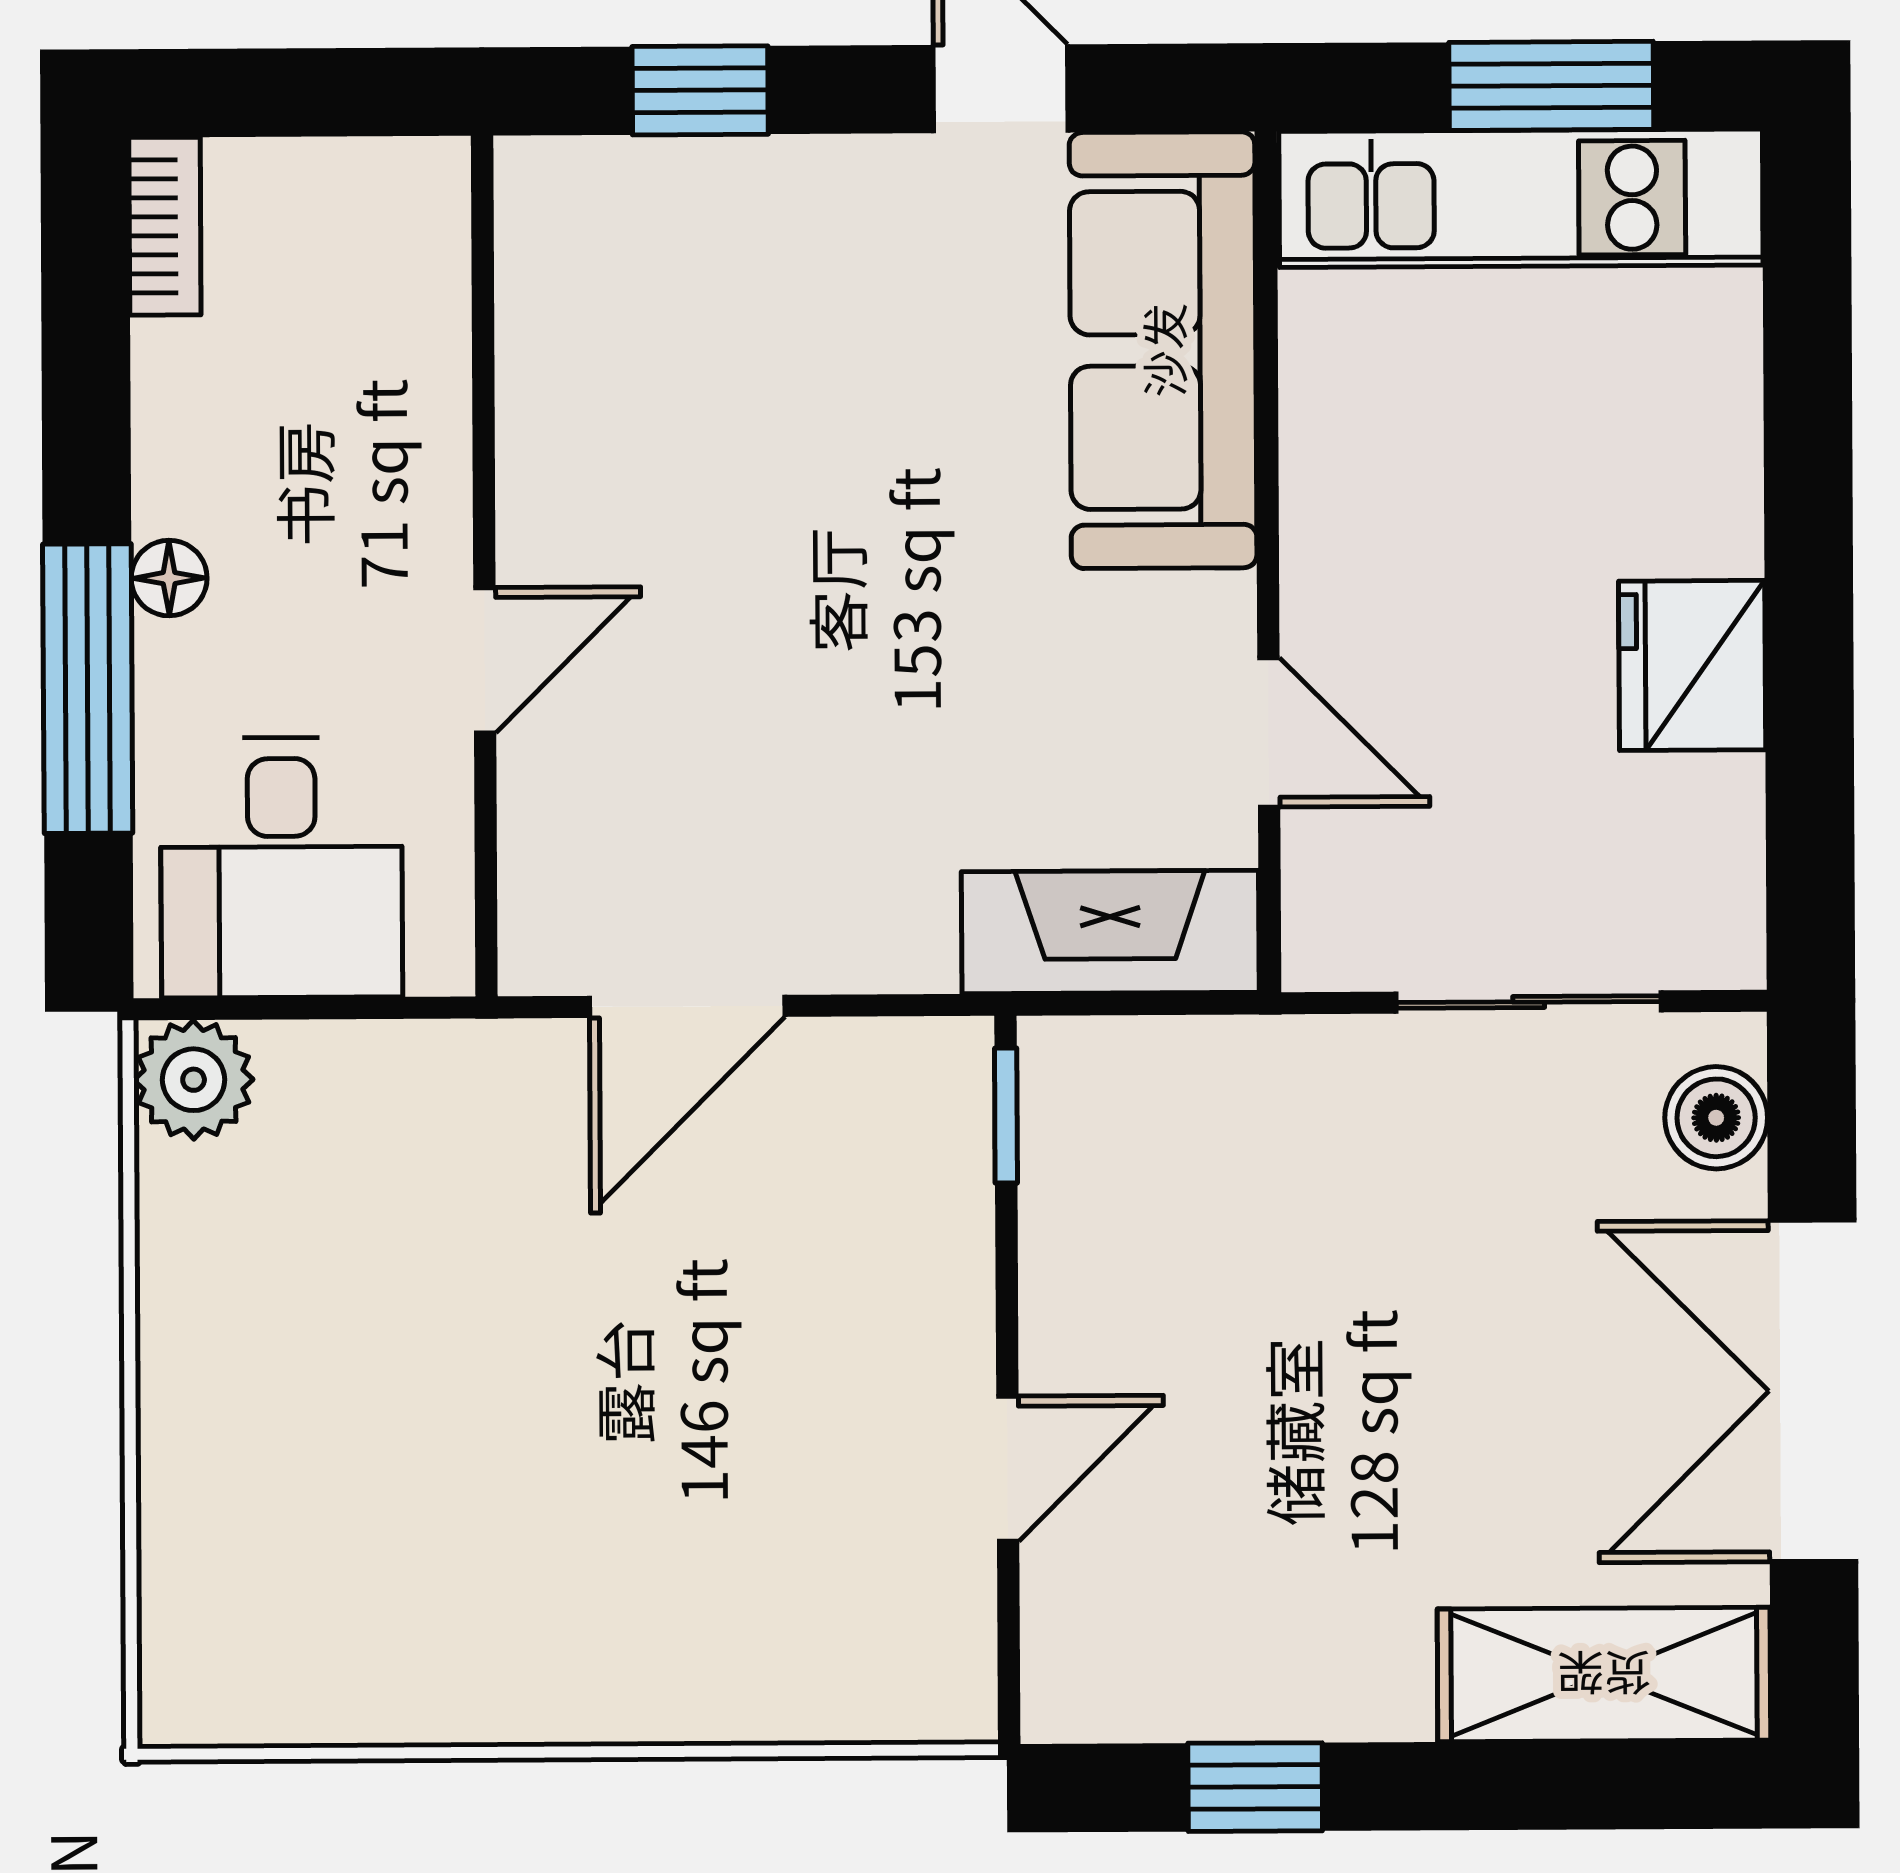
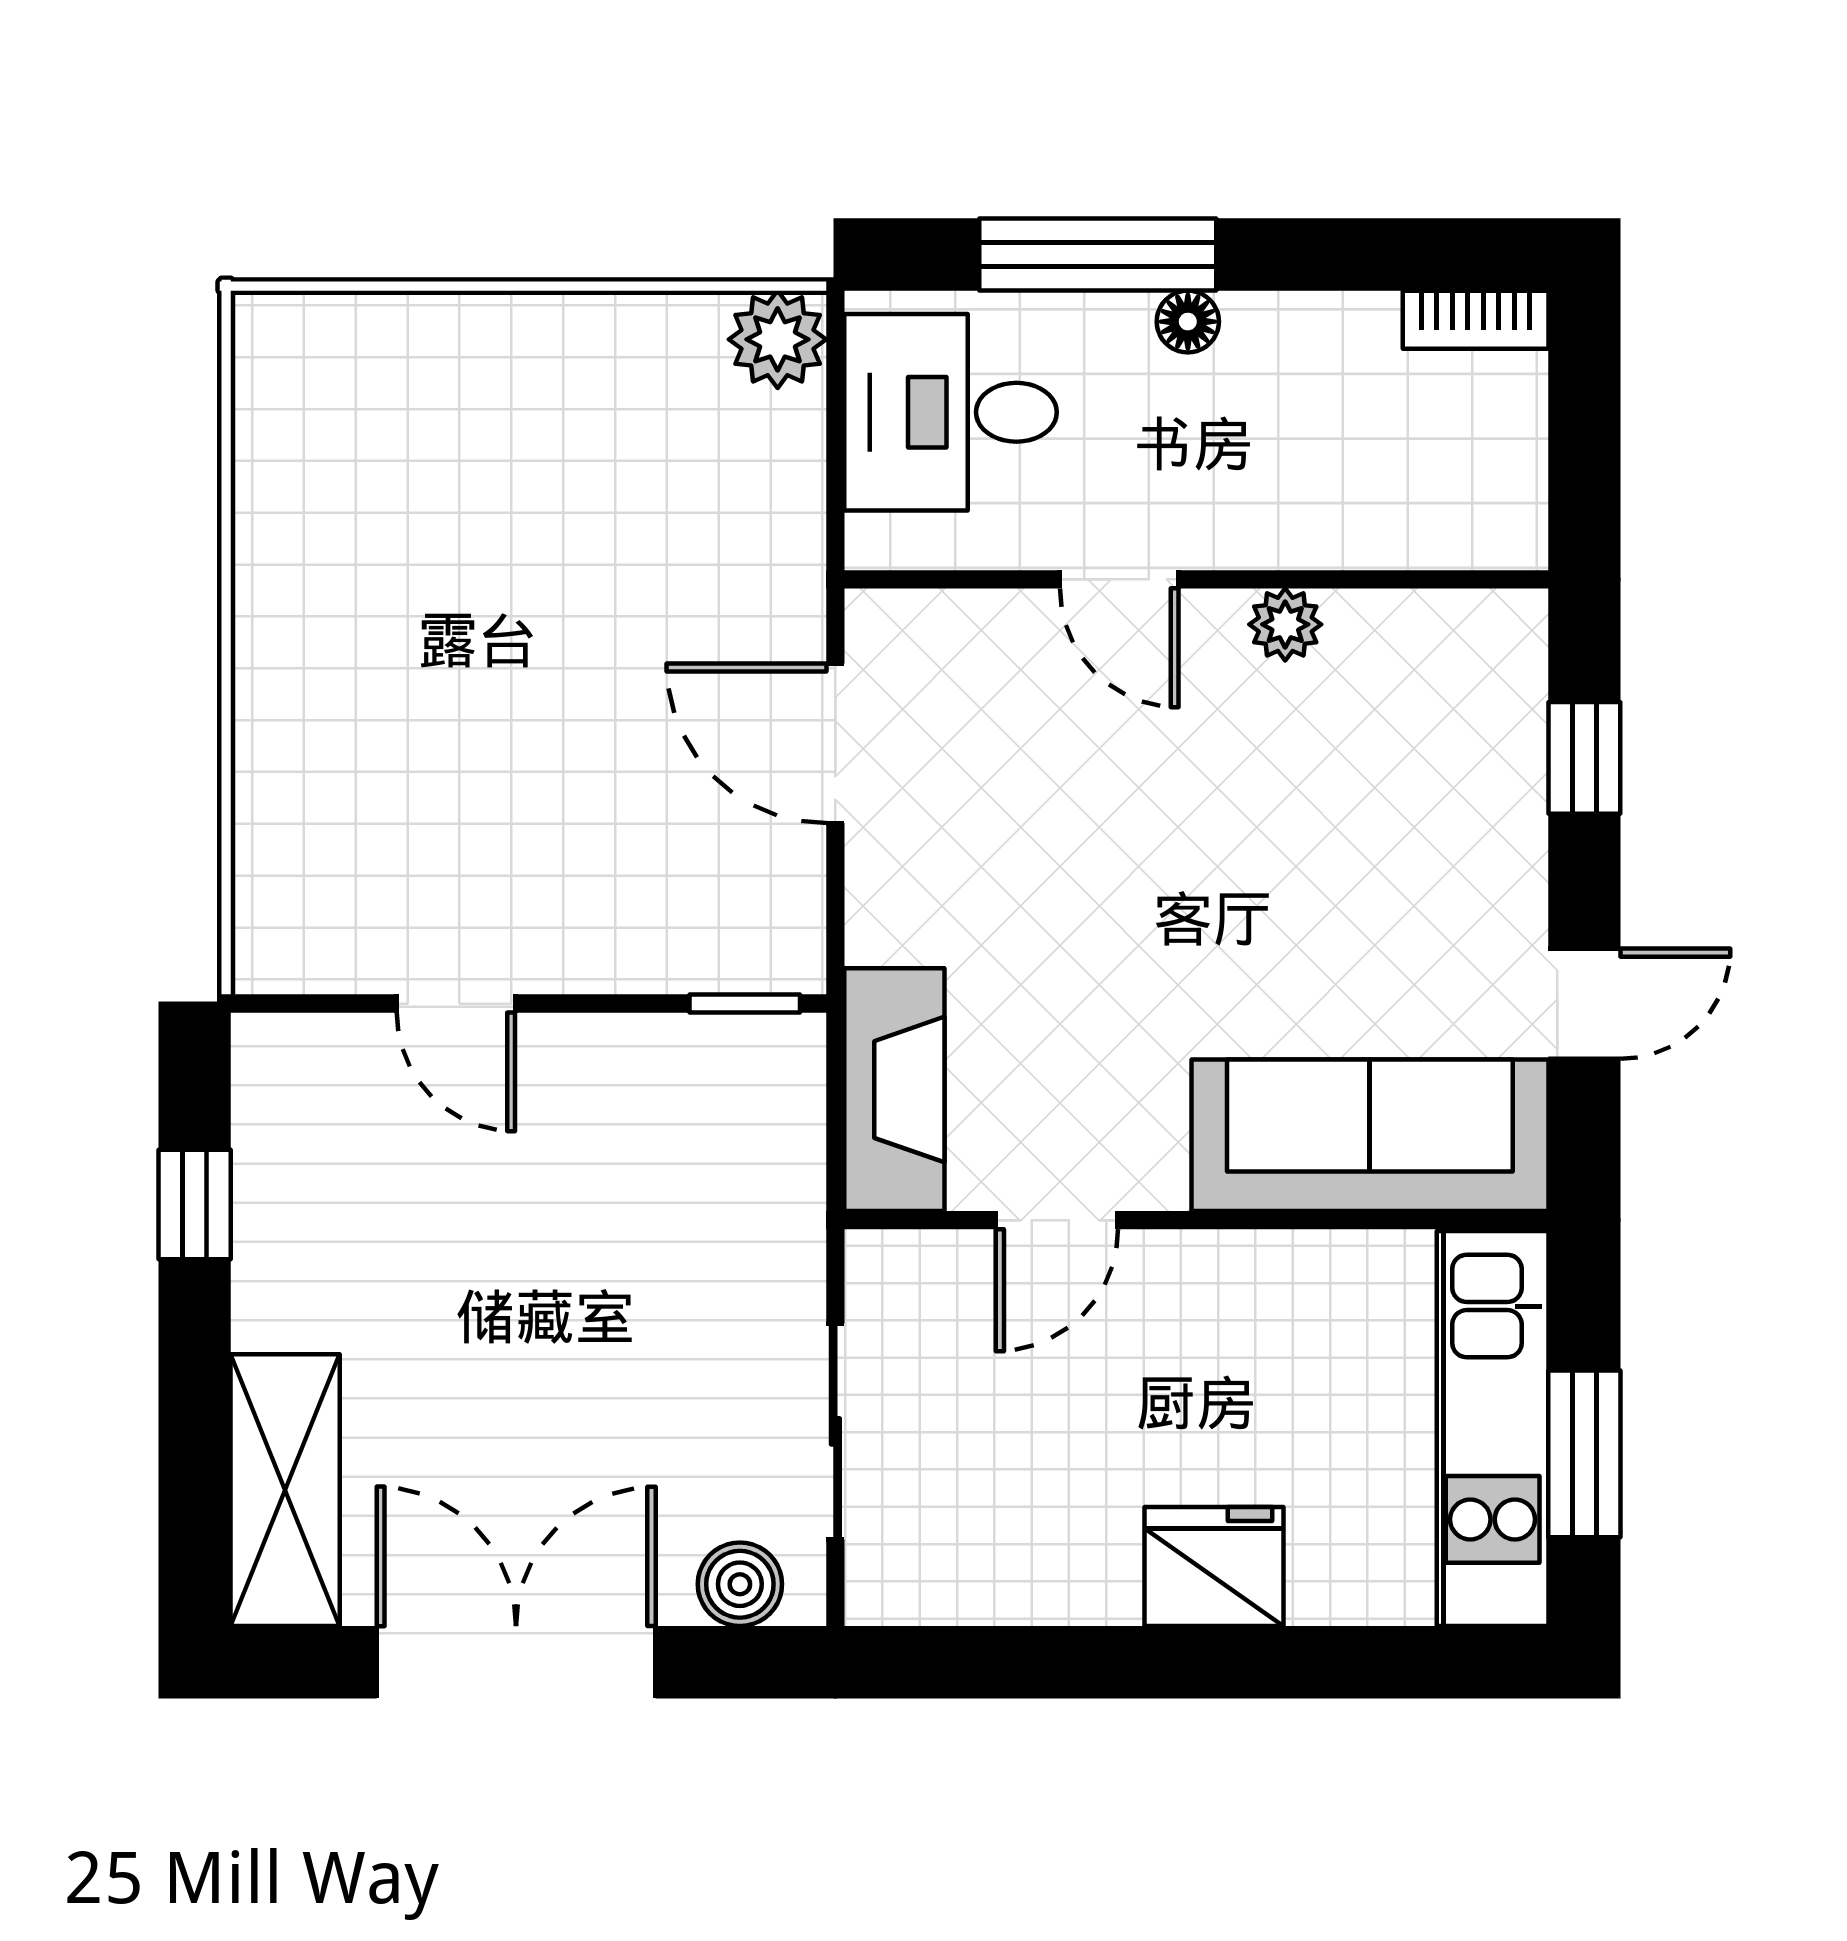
plant: (539, 457) -> (1285, 624), added
fridge: (1692, 665) -> (1214, 1566), moved

